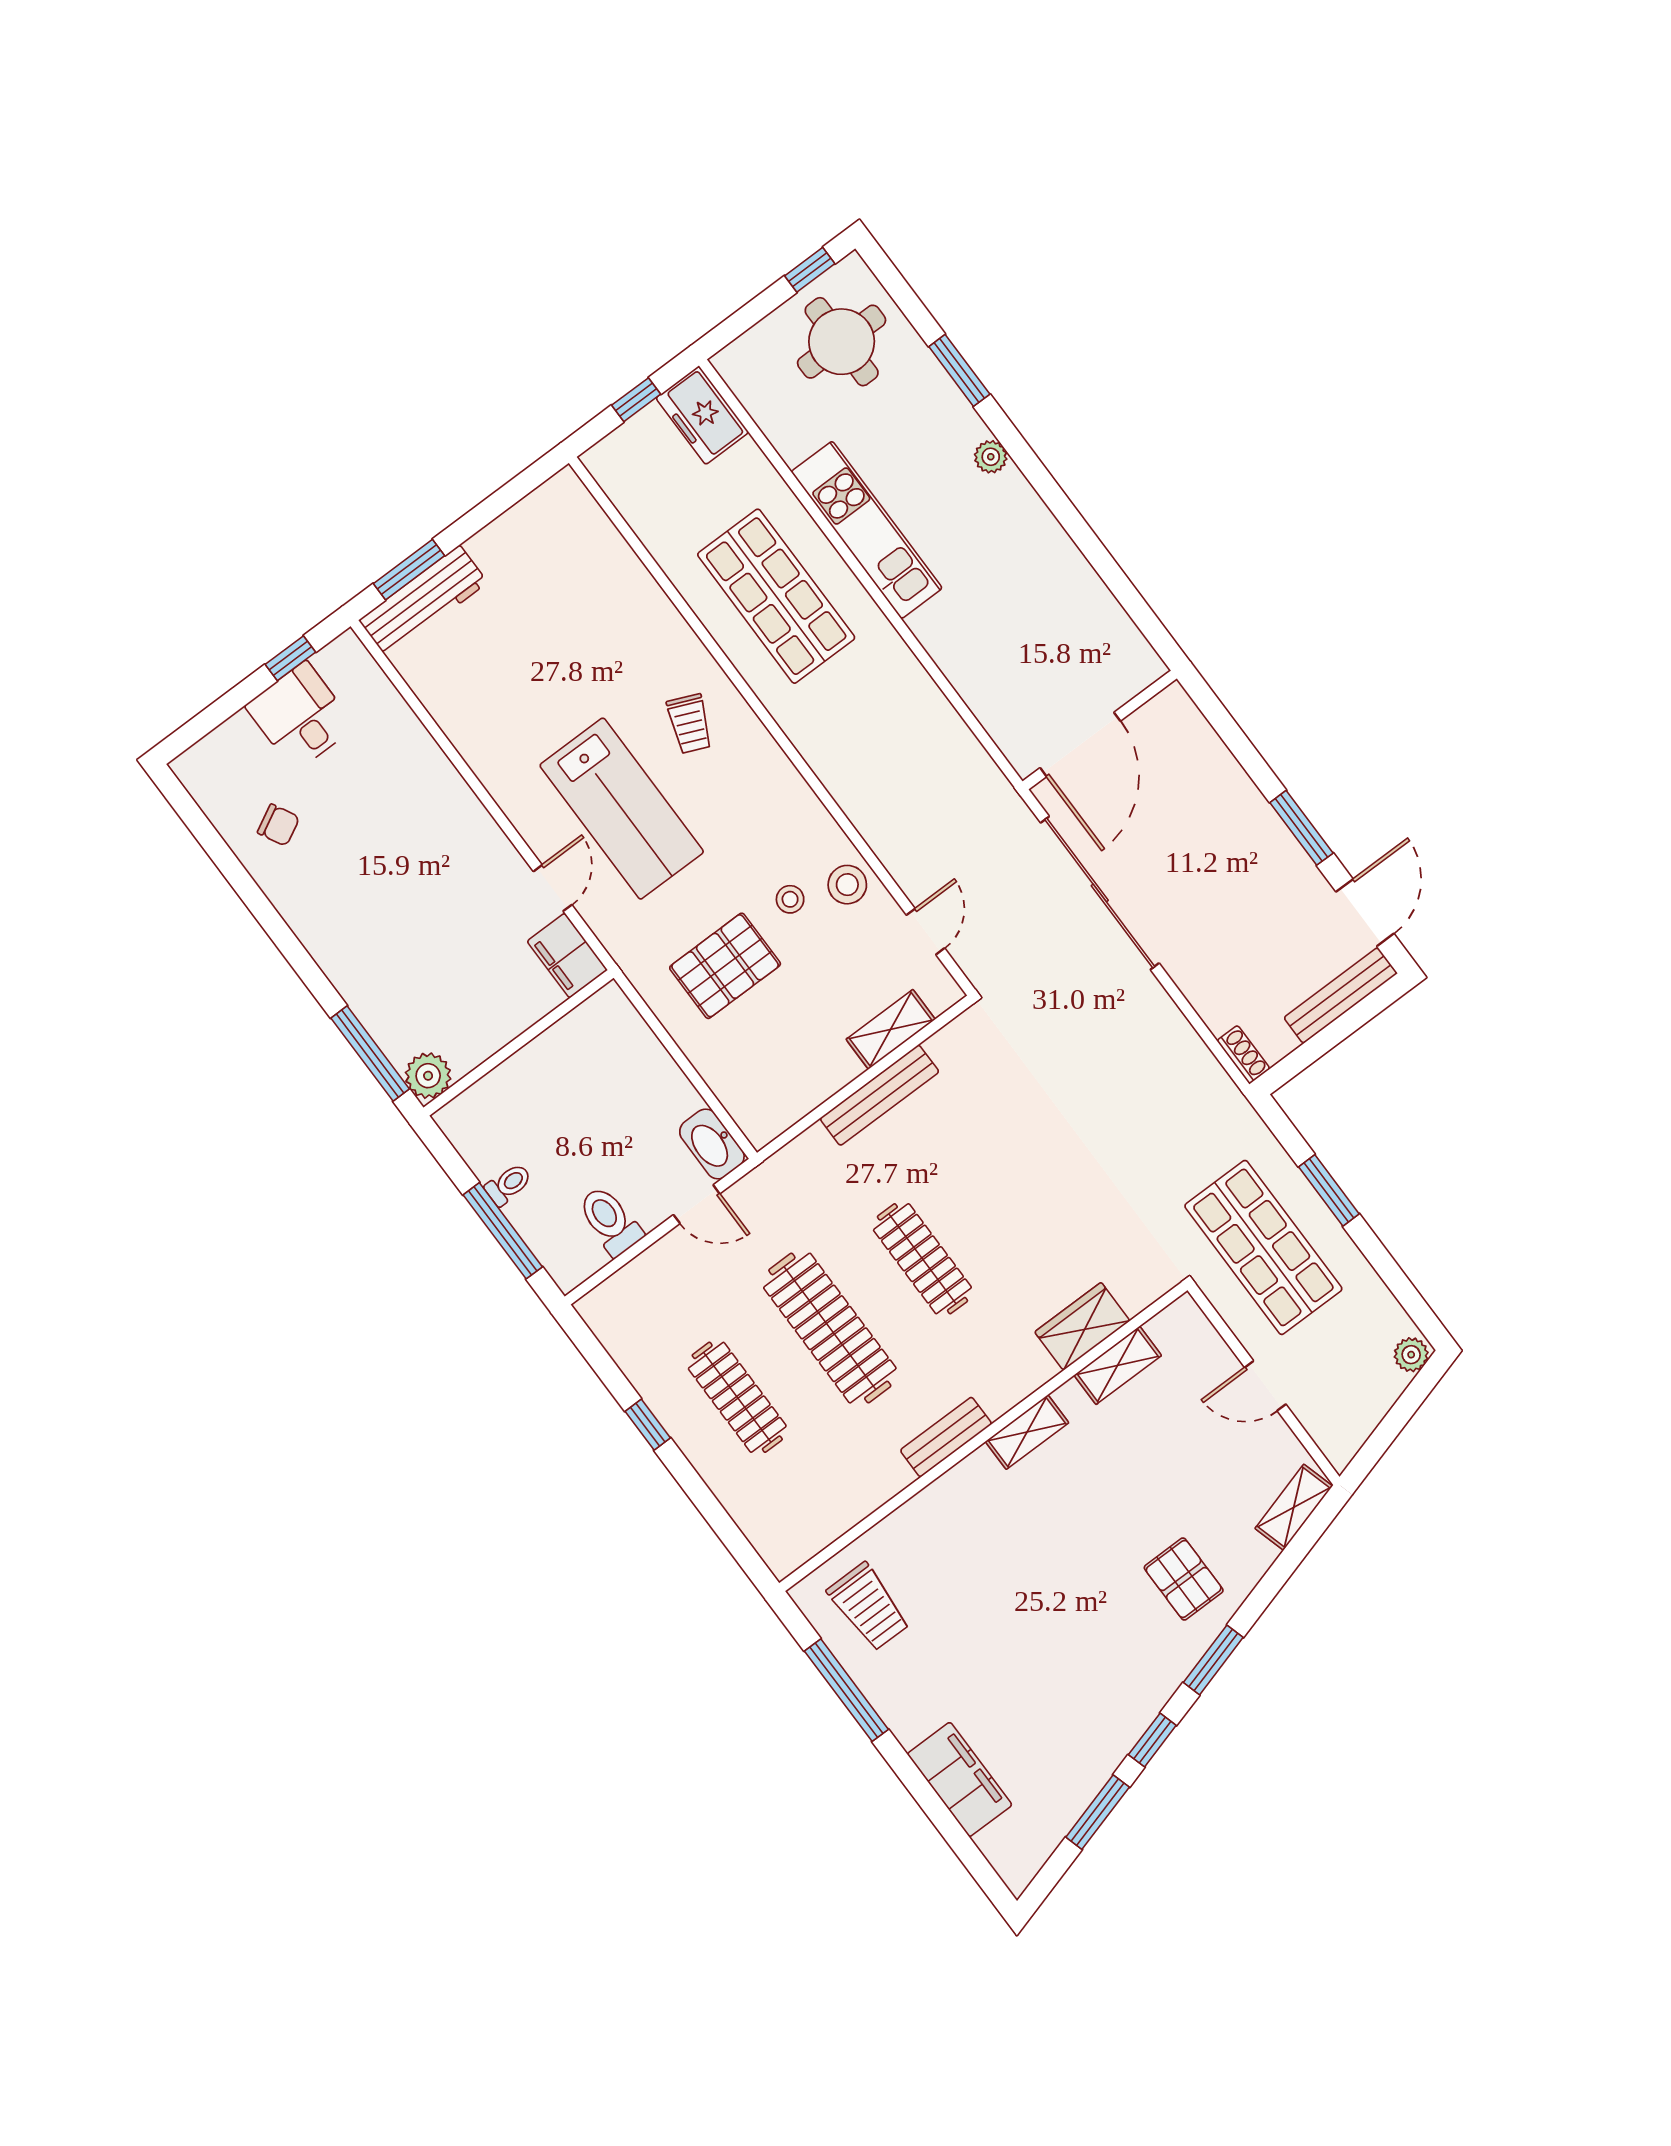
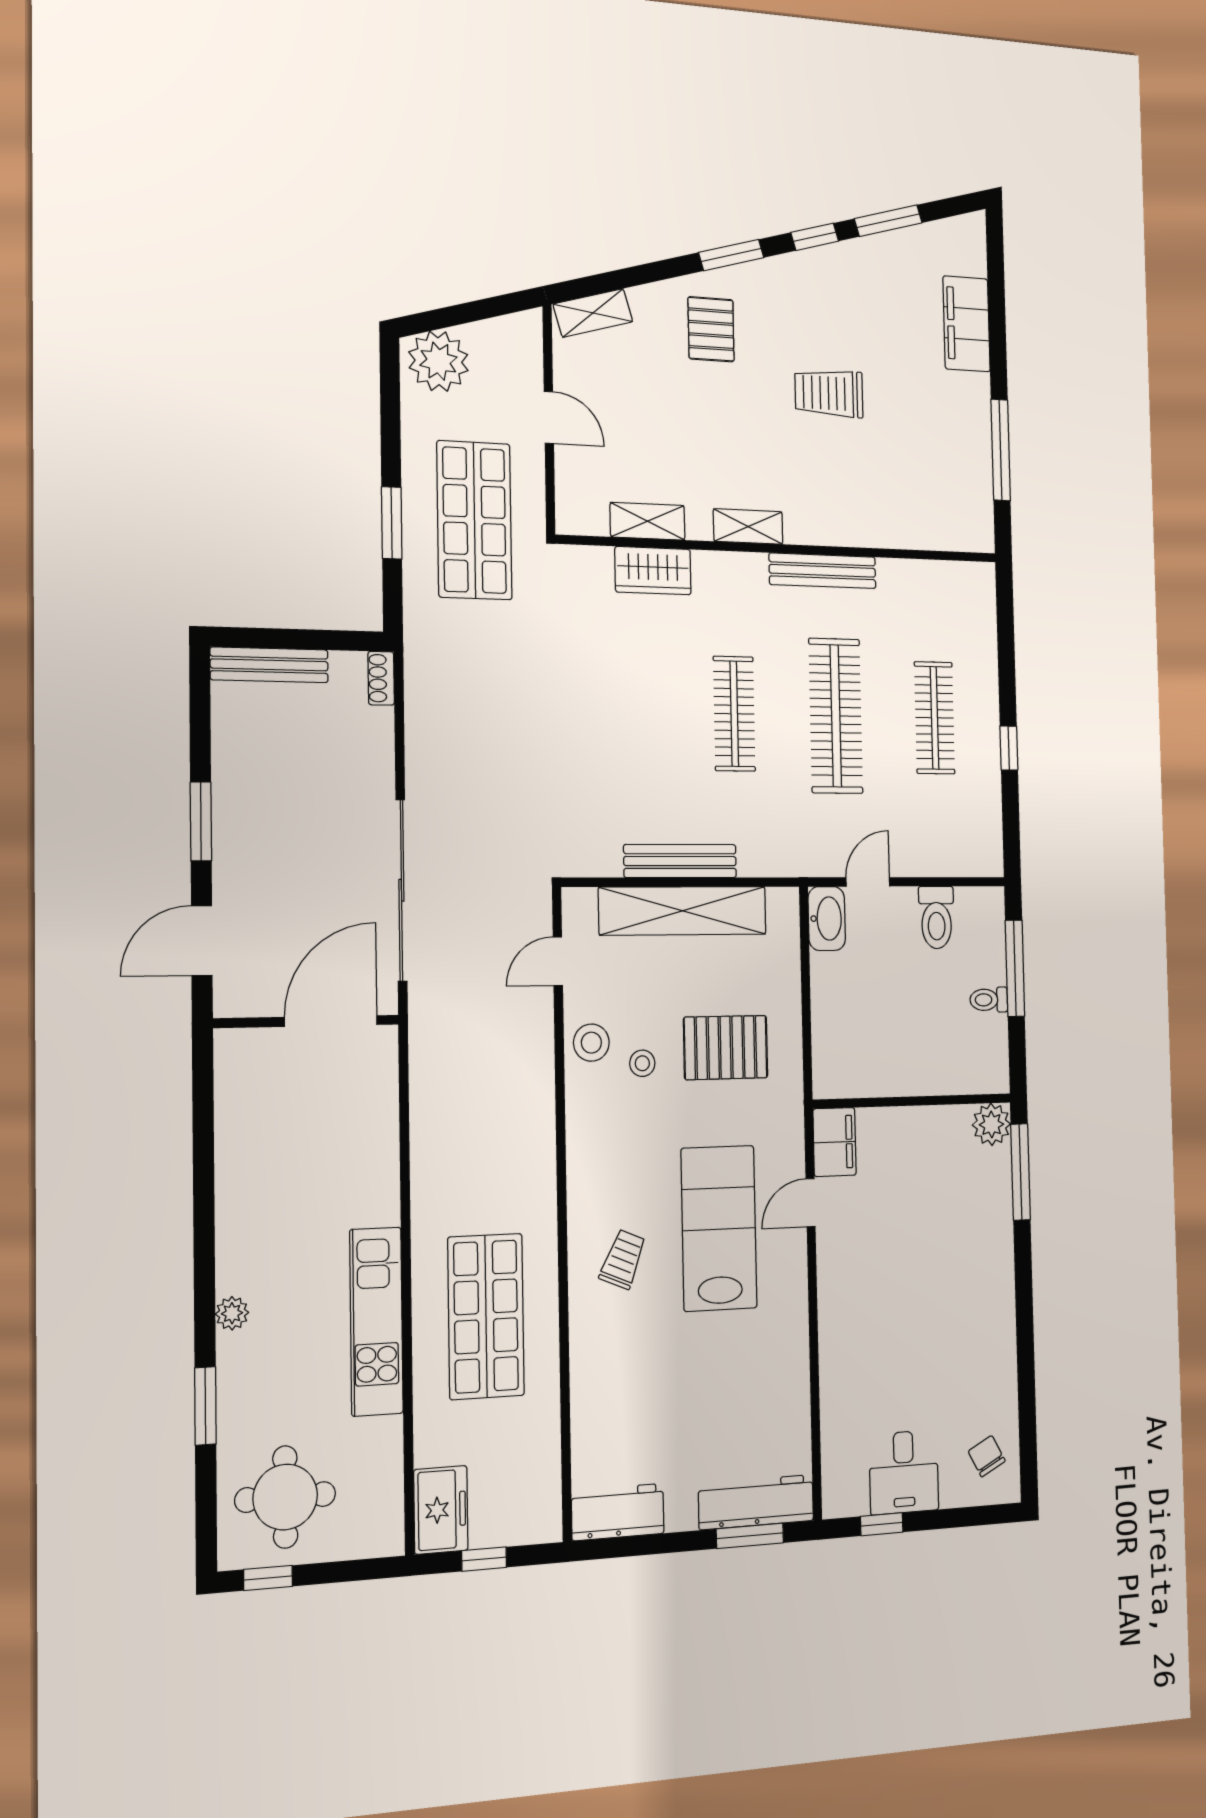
workbench: (545, 512) -> (618, 1512), added
chair: (278, 825) -> (987, 1456), moved
door: (1365, 913) -> (202, 940), moved
shelving: (891, 1029) -> (683, 911), width x2.20, depth x1.33
door: (697, 1204) -> (868, 882), hinge flipped
plant: (1411, 1355) -> (438, 361), width x1.88, depth x1.88
bench: (946, 1437) -> (823, 571), width x1.36
trolley: (869, 1607) -> (829, 393), moved, turned -90

